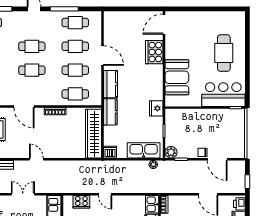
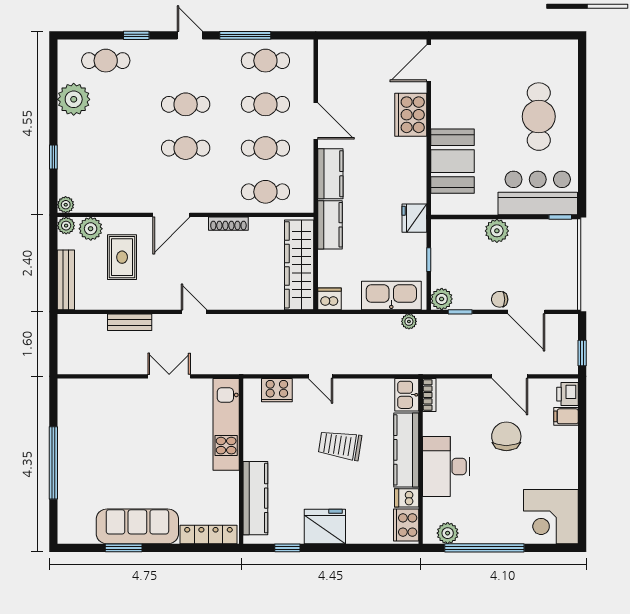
door: (24, 107) -> (171, 215), hinge flipped
plant: (201, 115) -> (497, 231), added

